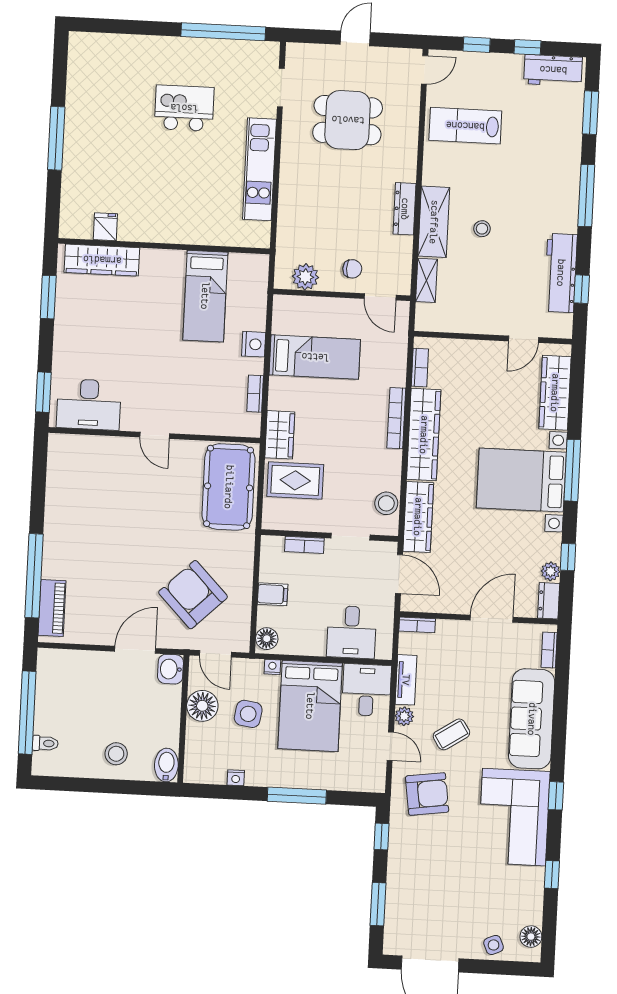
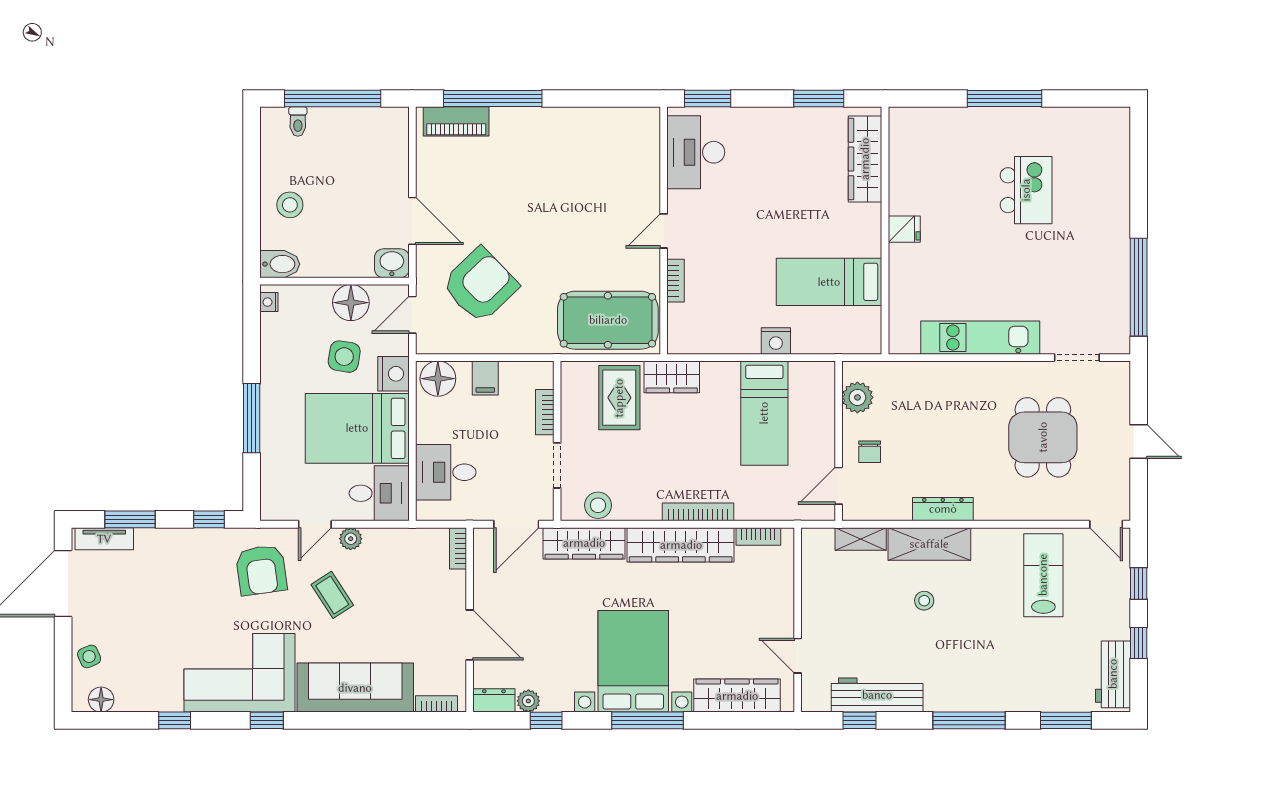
kitchen island: (184, 108) -> (1026, 190), moved
fridge: (105, 227) -> (904, 229), moved
bookcase: (255, 394) -> (676, 281), moved, turned 90
floor lamp: (267, 639) -> (438, 379), width x1.38, depth x1.38
nightstand: (272, 667) -> (393, 374), width x1.89, depth x1.79
tv unit: (406, 680) -> (104, 539), moved
nightstand: (236, 778) -> (269, 302), moved

